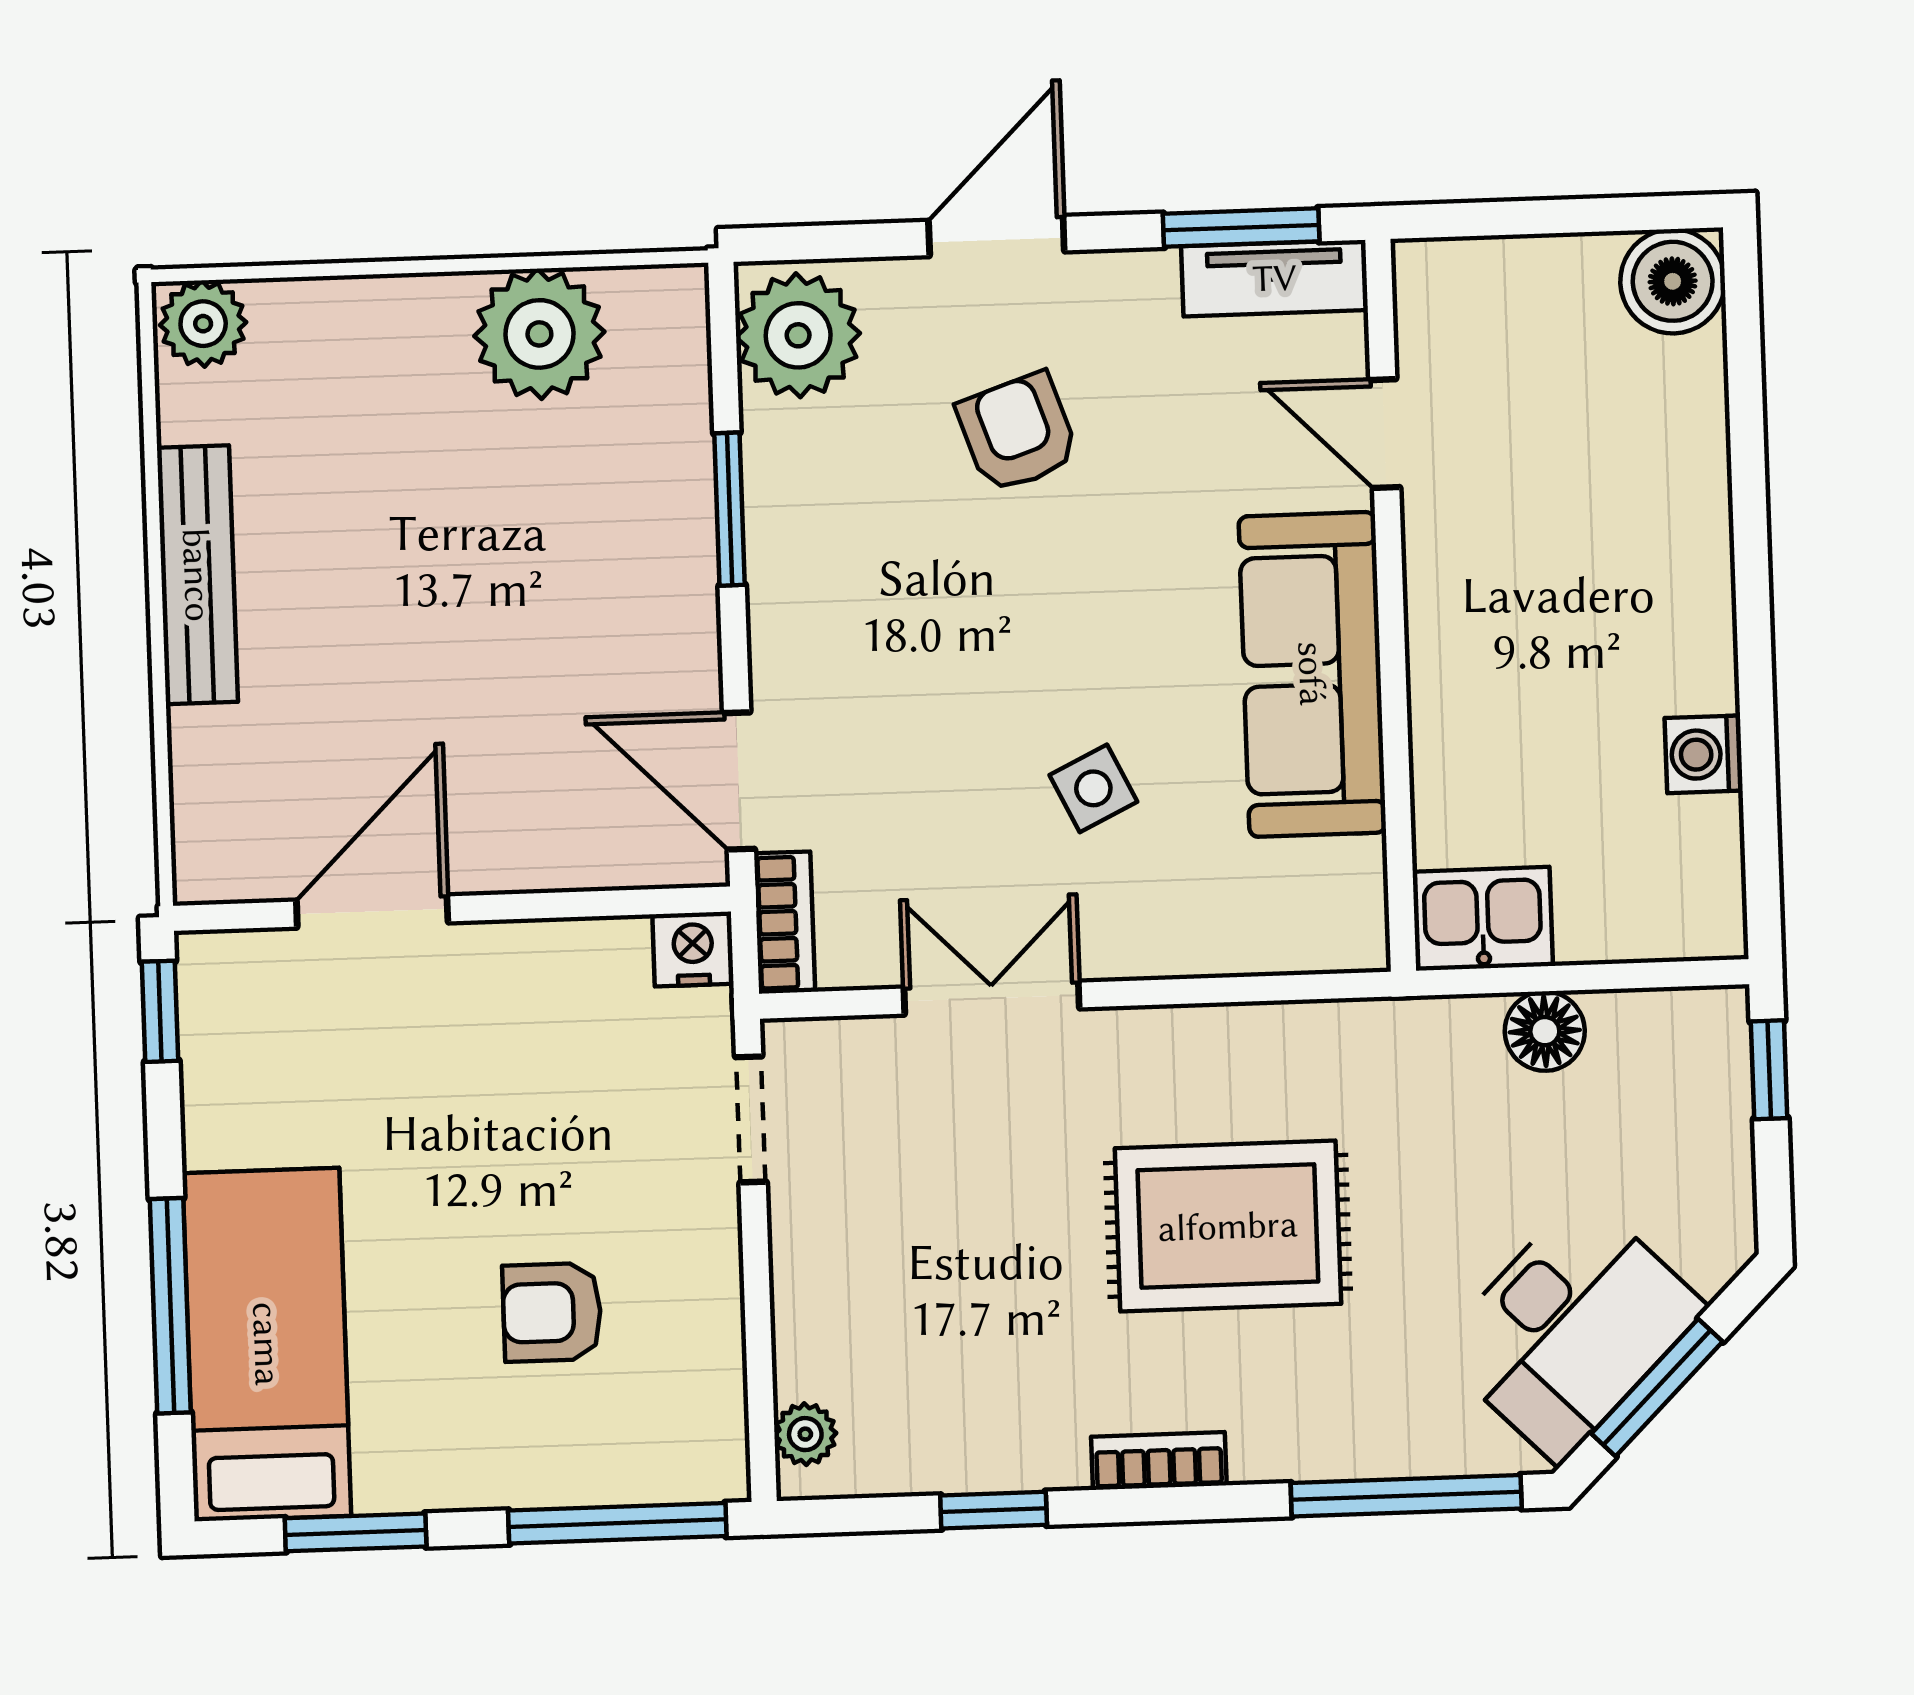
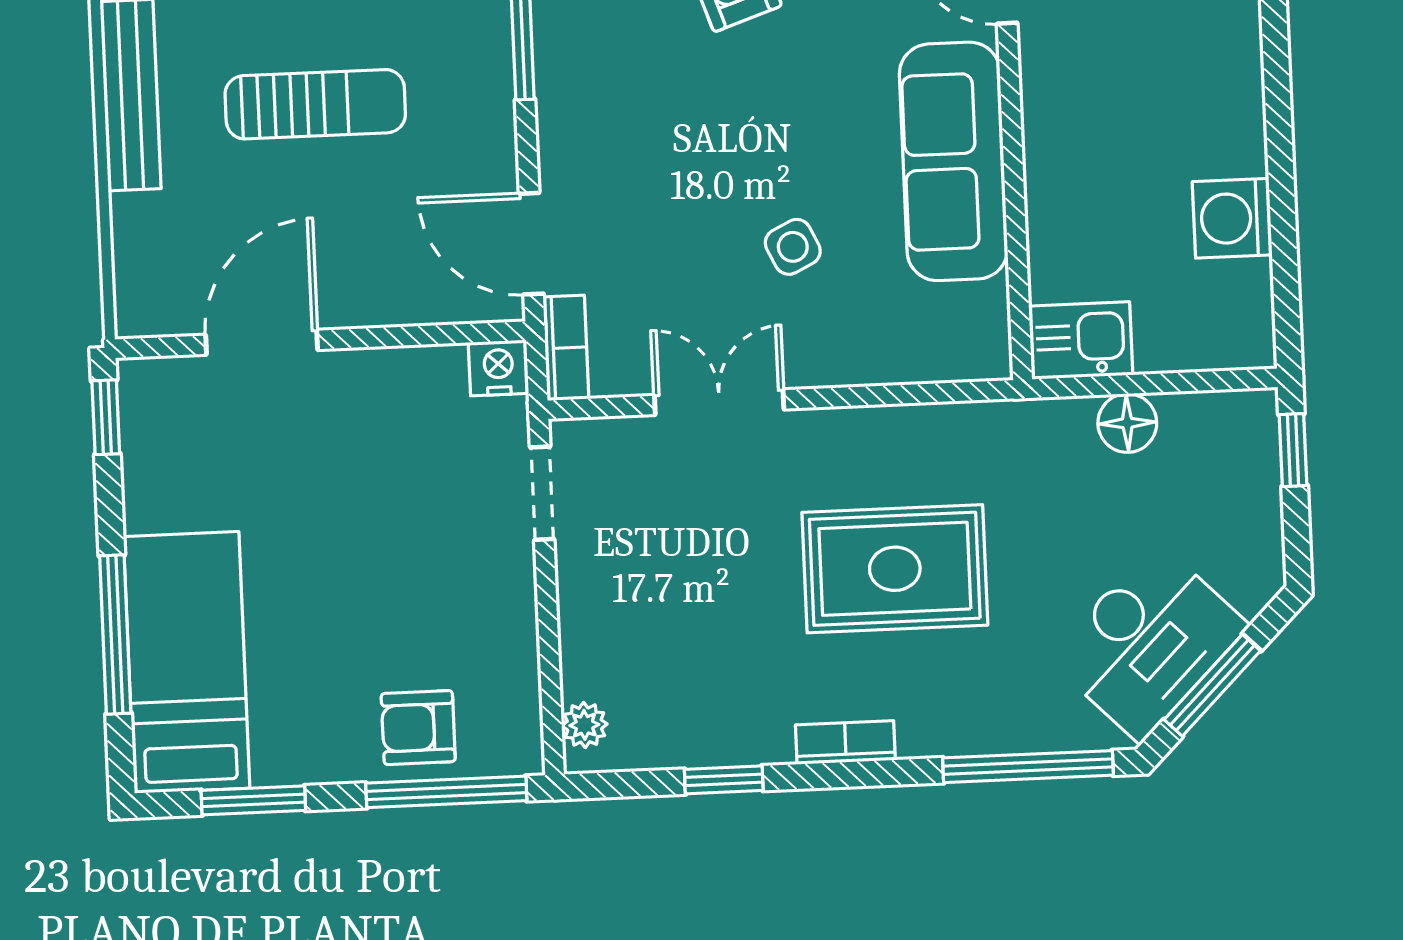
sun lounger: (448, 589) -> (315, 104), added
washing machine: (1704, 754) -> (1232, 218), width x1.38, depth x1.38
armchair: (552, 1312) -> (418, 728), moved

